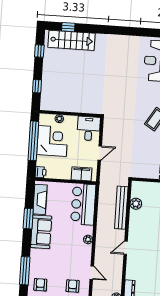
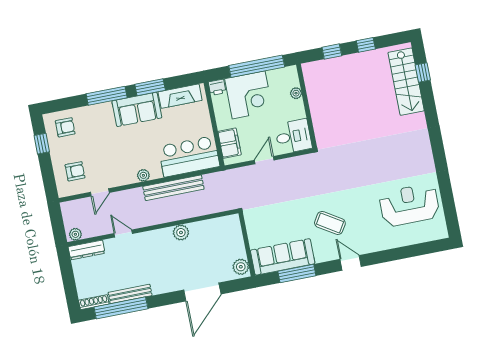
window: (39, 51) -> (366, 45), moved
corner desk: (52, 141) -> (249, 95), moved
door: (100, 153) -> (264, 160), swing flipped
plant: (136, 204) -> (181, 233), moved
bench: (121, 208) -> (173, 188), moved
door: (126, 248) -> (123, 233), moved
window: (25, 271) -> (107, 96), moved

